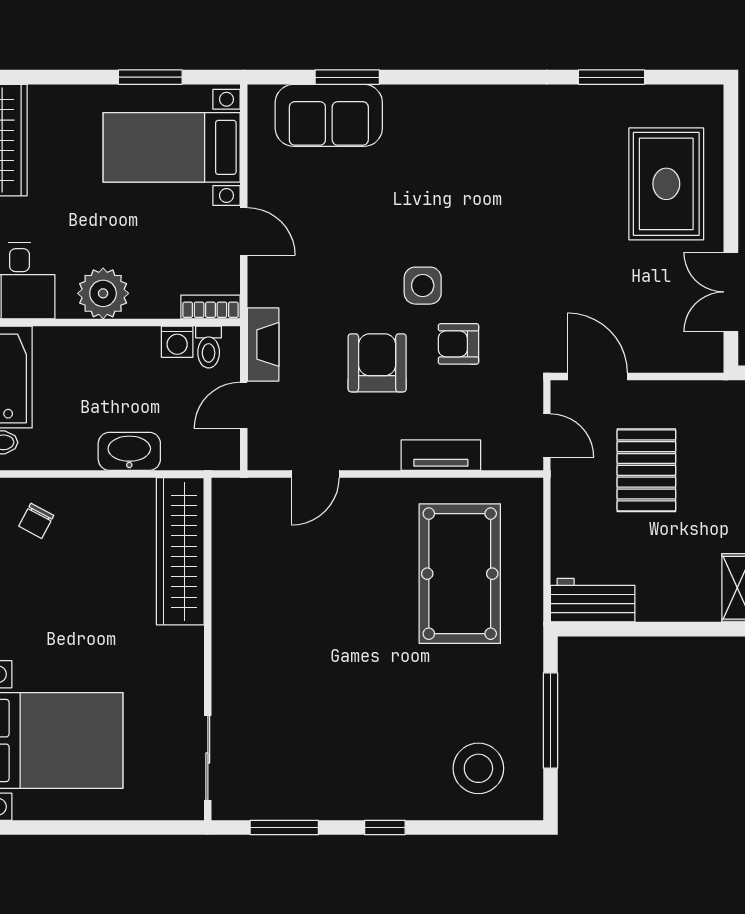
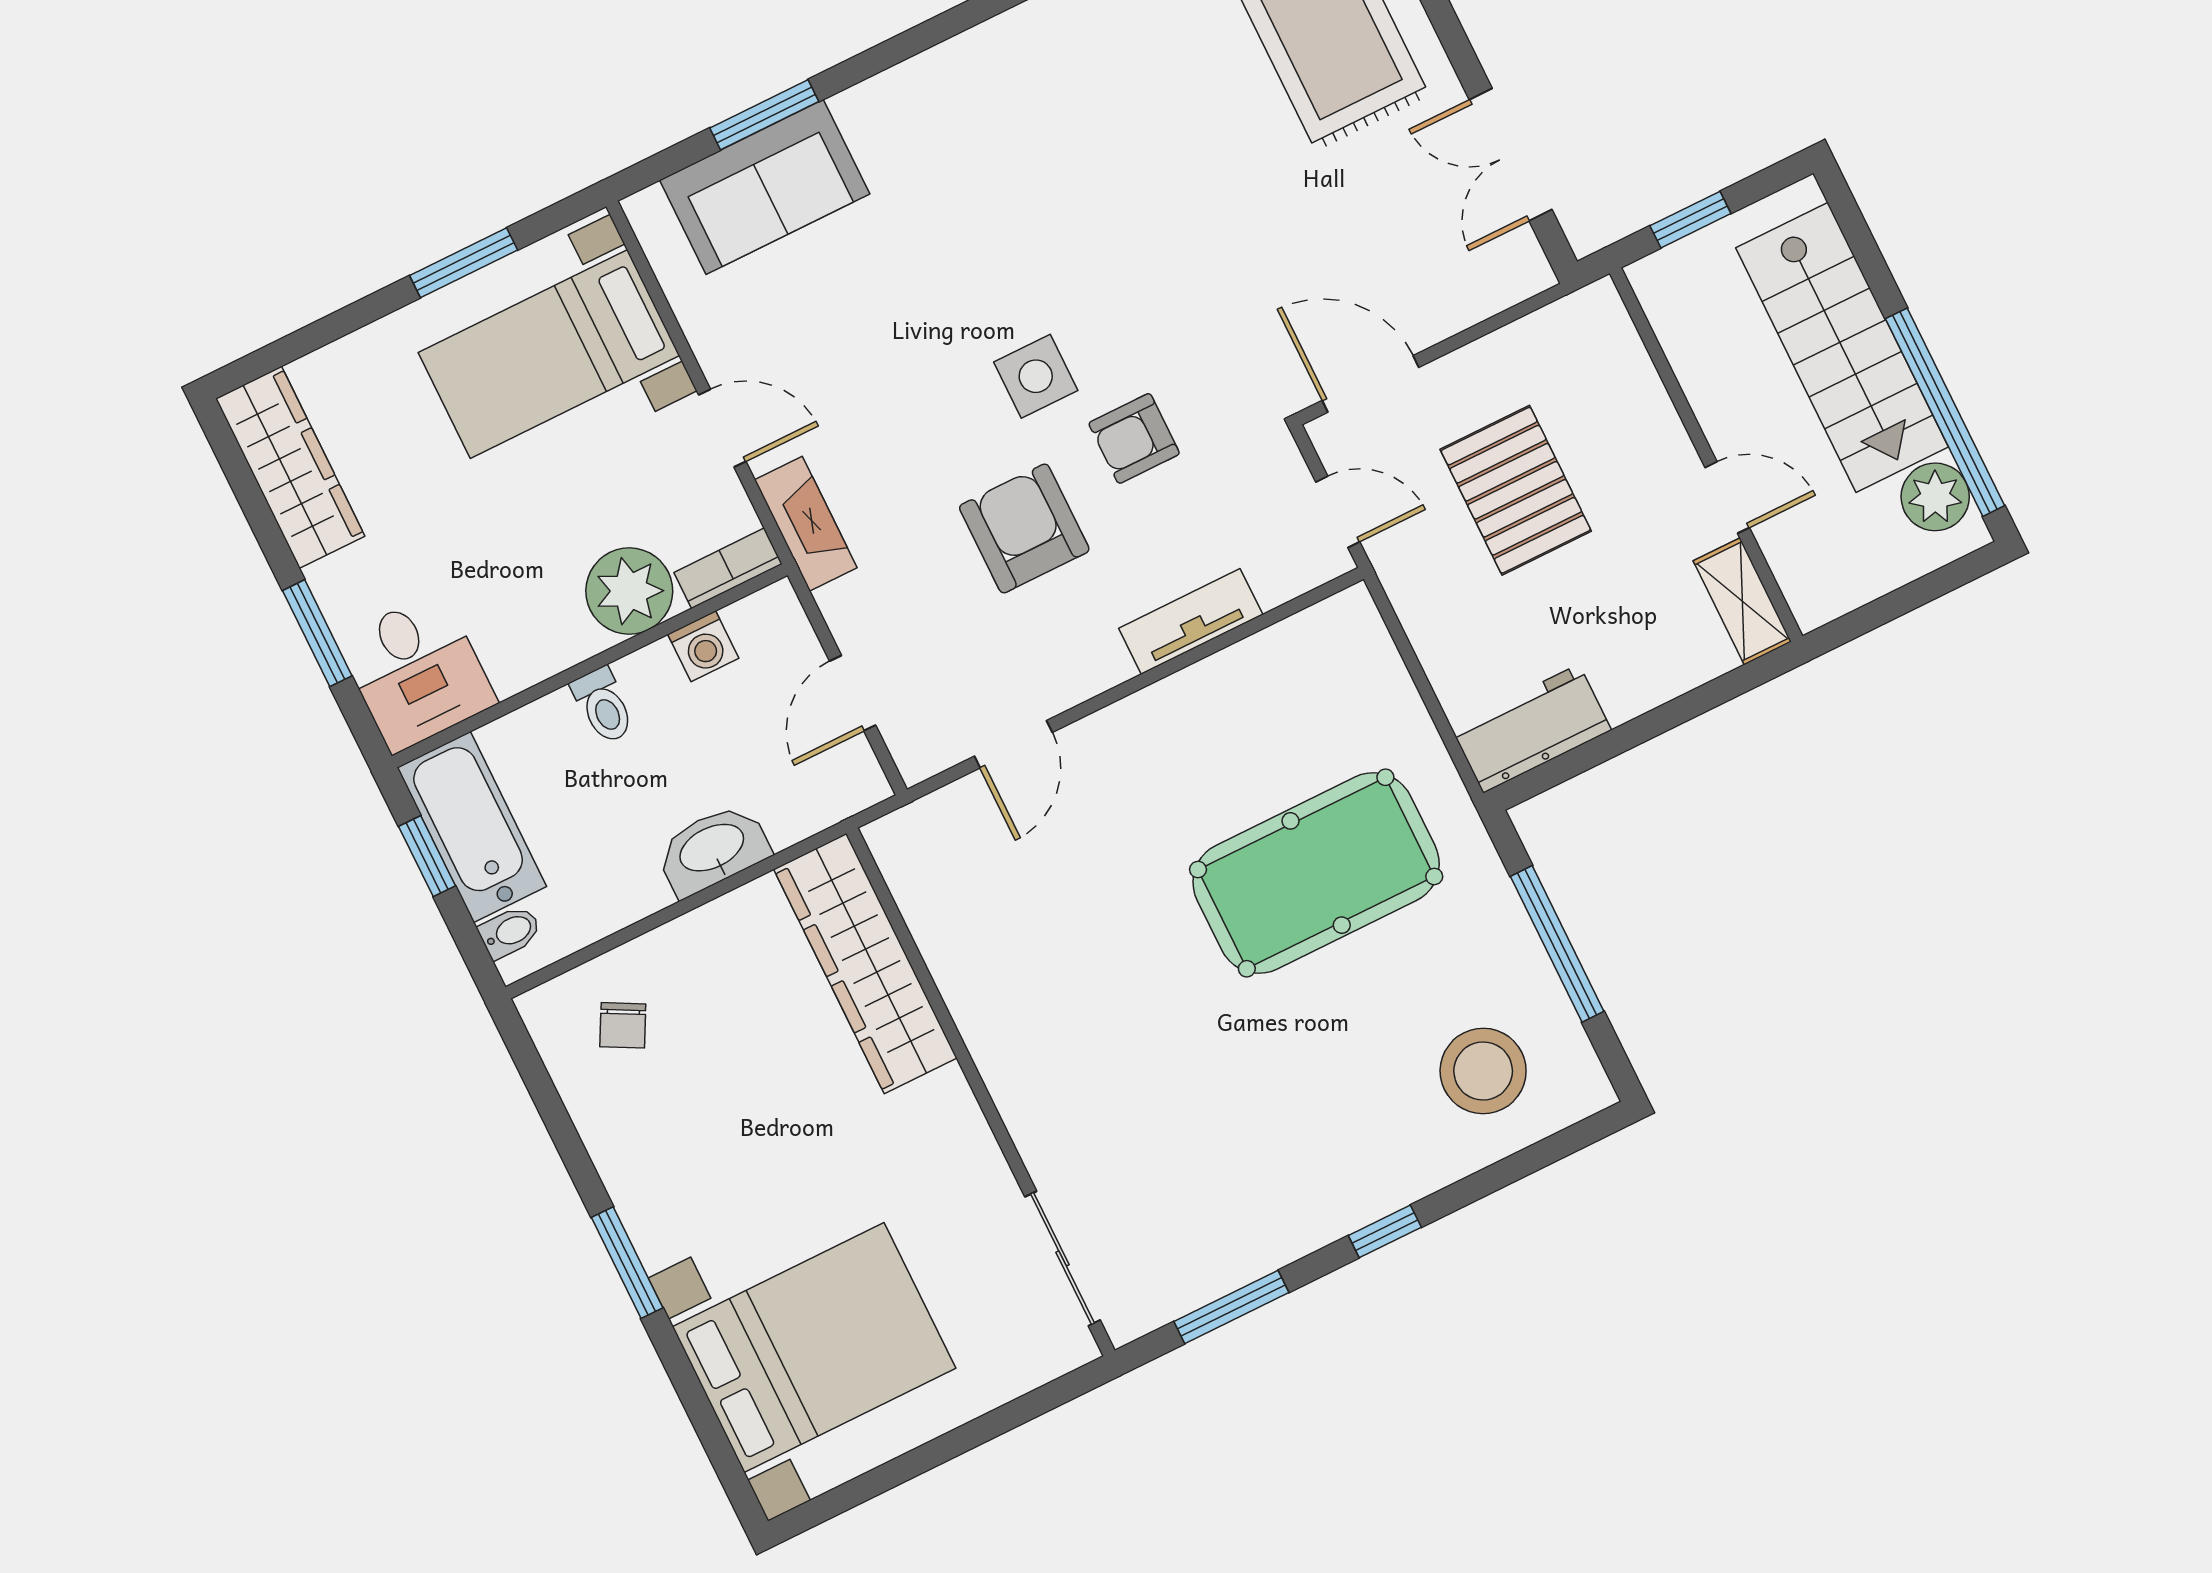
plant: (103, 293) -> (629, 591), moved
fireplace: (263, 344) -> (806, 524), moved
toilet: (209, 347) -> (603, 706), moved
pool table: (460, 574) -> (1316, 873), moved, turned 90

